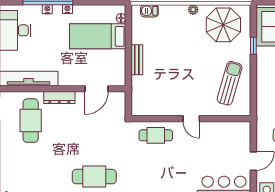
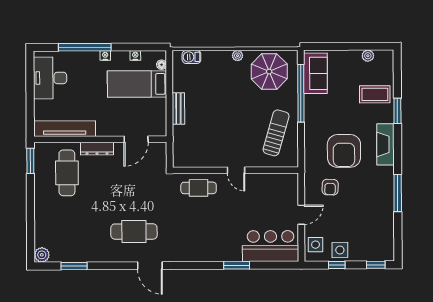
nightstand: (47, 9) -> (135, 56), moved
window: (253, 46) -> (301, 93), width x3.17

